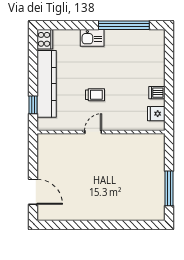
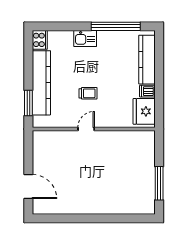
kitchen counter: (156, 60) -> (147, 60), added
window: (33, 105) -> (28, 103), width x1.50
fridge: (156, 114) -> (144, 111), width x1.88, depth x1.34

